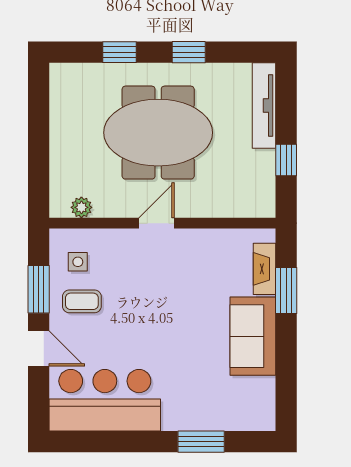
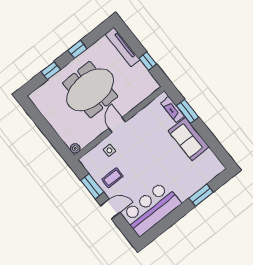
plant: (81, 207) -> (75, 148), moved
side table: (78, 262) -> (109, 150), moved

